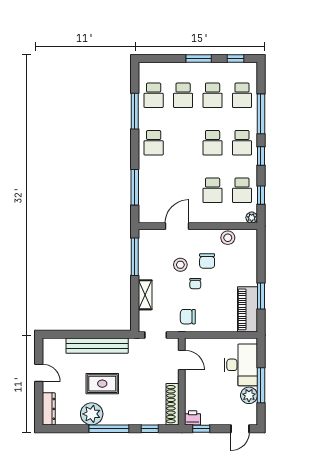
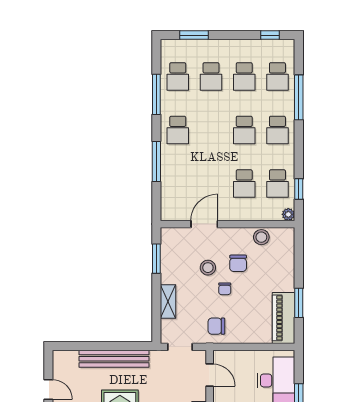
window: (199, 58) -> (194, 35), moved
window: (261, 156) -> (299, 145), removed
window: (135, 187) -> (156, 162), moved
window: (135, 257) -> (156, 259), width x0.69

